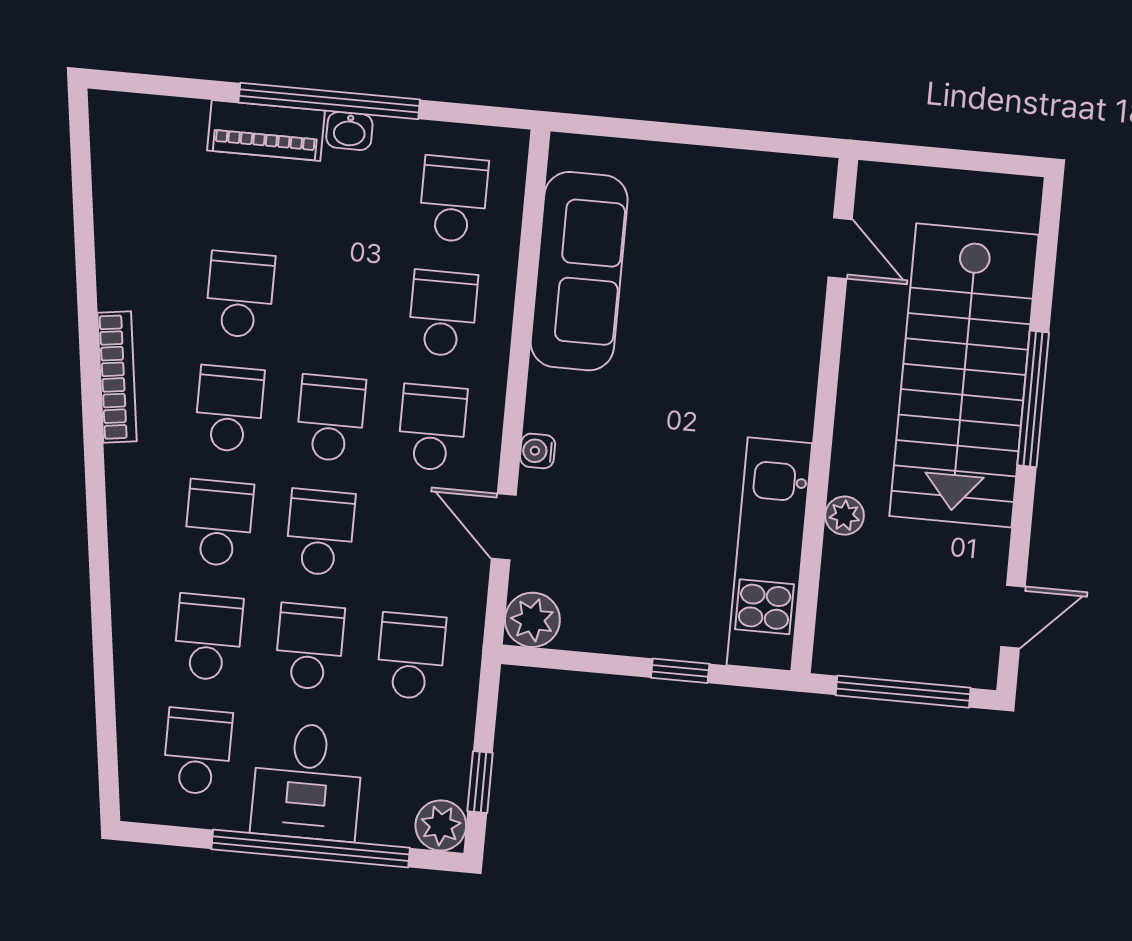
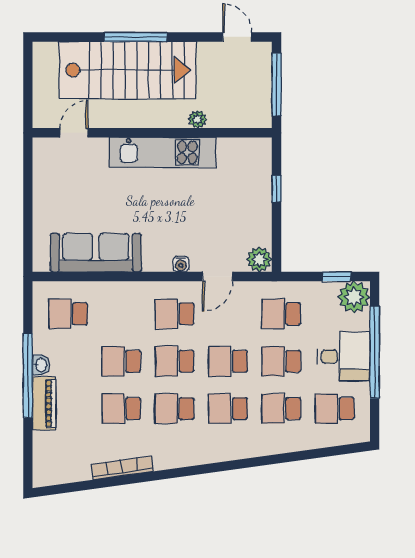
school desk: (443, 313) -> (121, 361), moved
bookcase: (117, 377) -> (122, 468), moved
kitchen unit: (769, 554) -> (163, 152), moved
plant: (441, 825) -> (354, 297), width x1.36, depth x1.36

